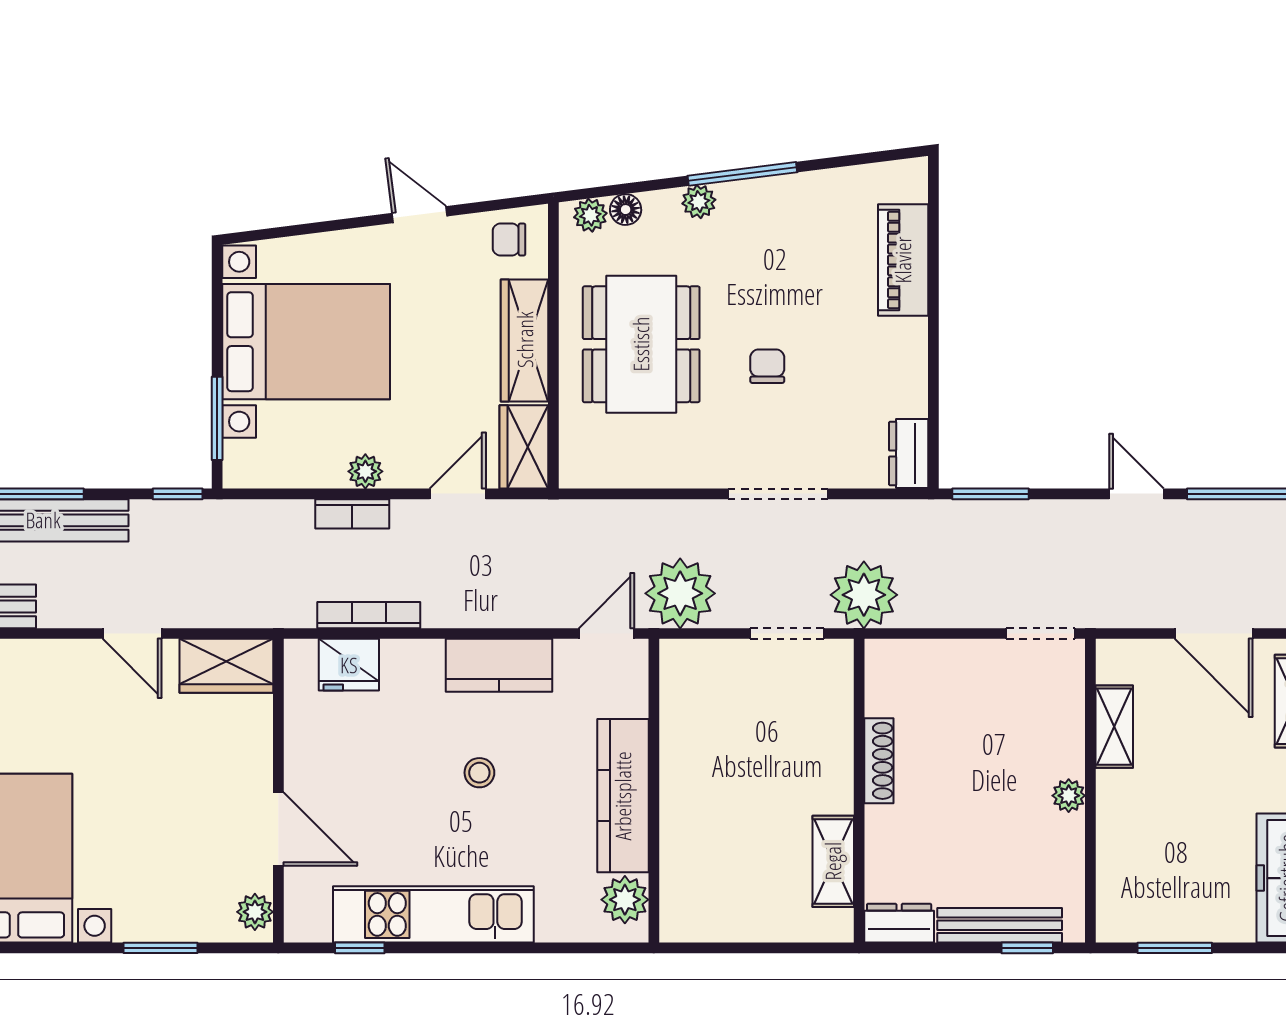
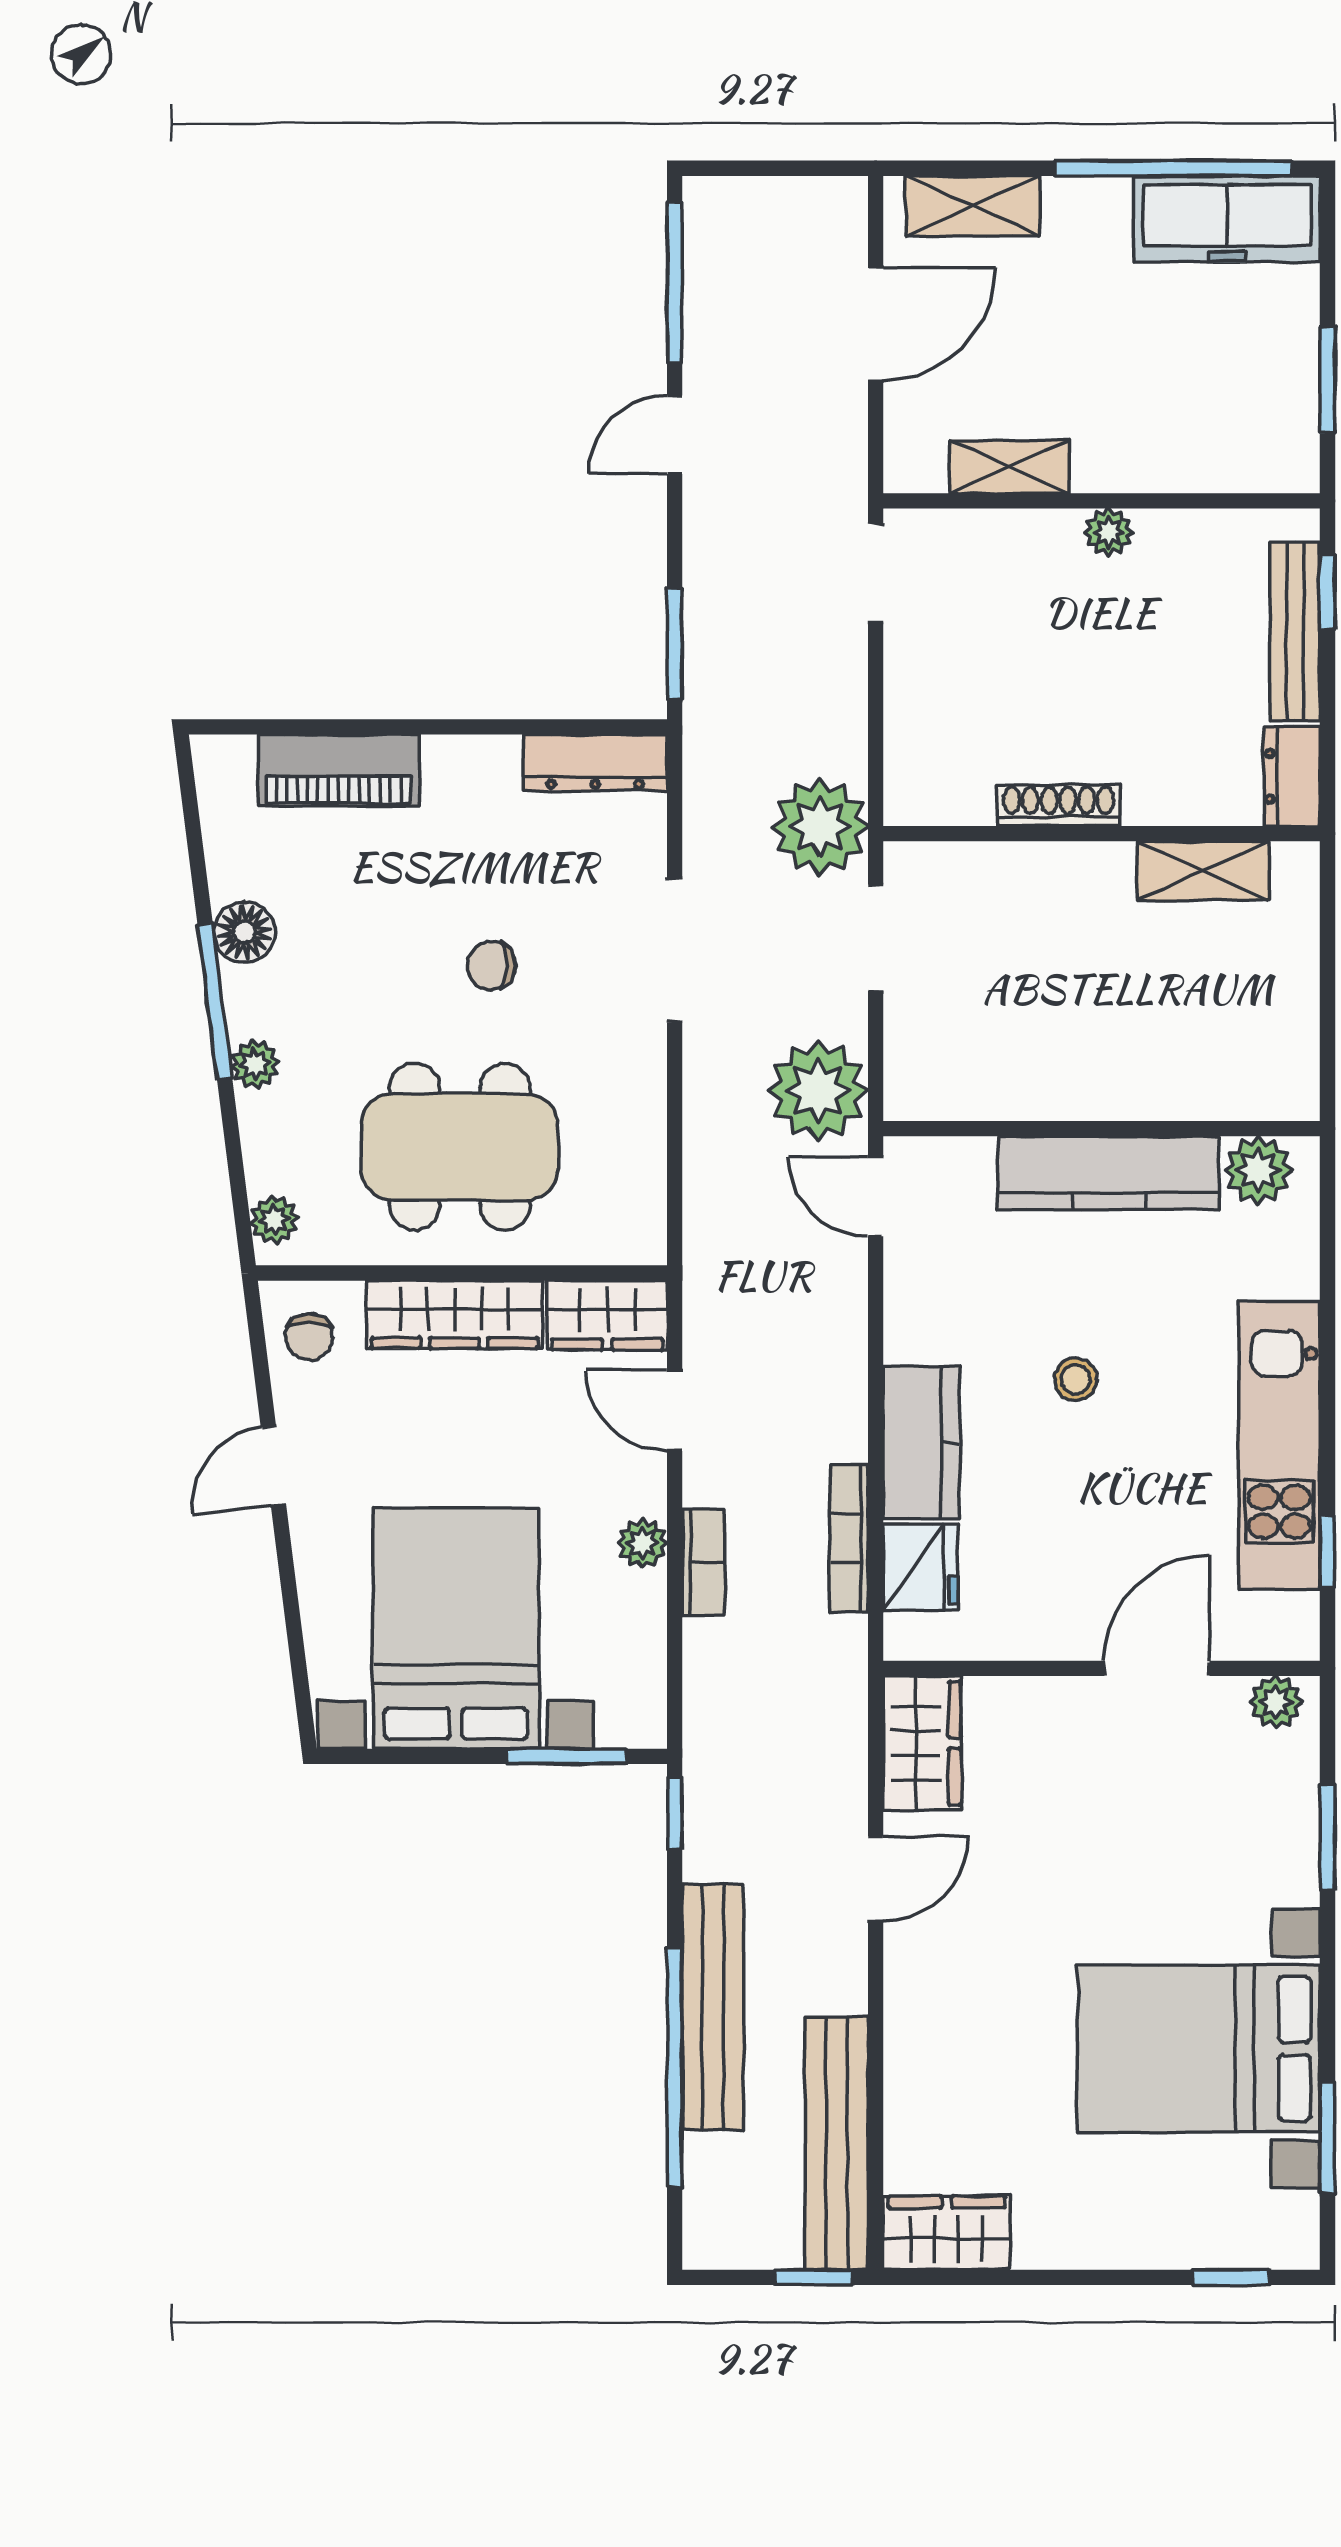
floor lamp: (626, 210) -> (245, 932), moved, width x1.37, depth x1.37
dresser: (909, 454) -> (595, 762), width x1.44
kitchen counter: (499, 665) -> (921, 1442), moved

